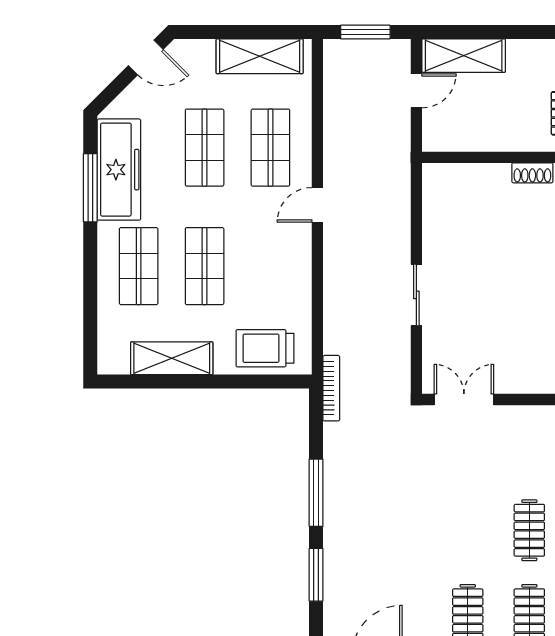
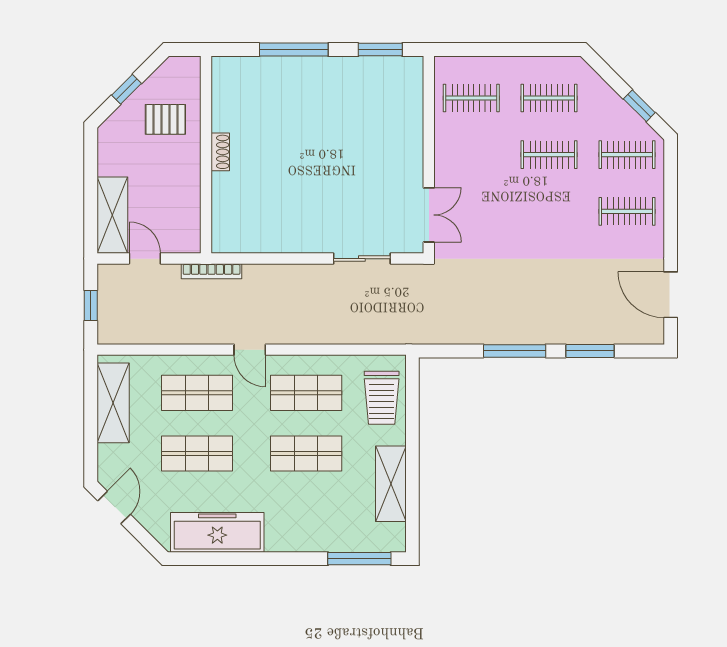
window: (365, 32) -> (91, 306), width x0.67
window: (90, 188) -> (359, 559), moved
shop shelf: (139, 266) -> (306, 393), moved
sliding door: (416, 295) -> (362, 259), moved
bookcase: (331, 388) -> (212, 271), moved, turned 180
double door: (464, 400) -> (429, 215), swing flipped

